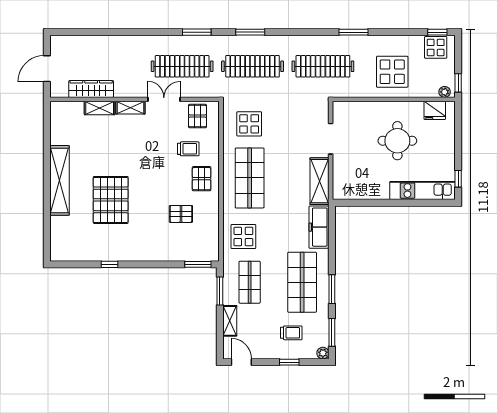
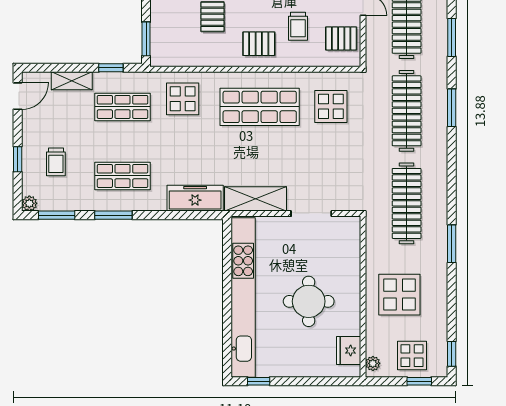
display table: (436, 47) -> (412, 356), moved
window: (458, 83) -> (419, 381), moved
kitchen unit: (422, 191) -> (243, 297), width x1.86
shop shelf: (302, 282) -> (123, 176), width x0.70, depth x0.74
window: (220, 291) -> (111, 68), width x0.67

